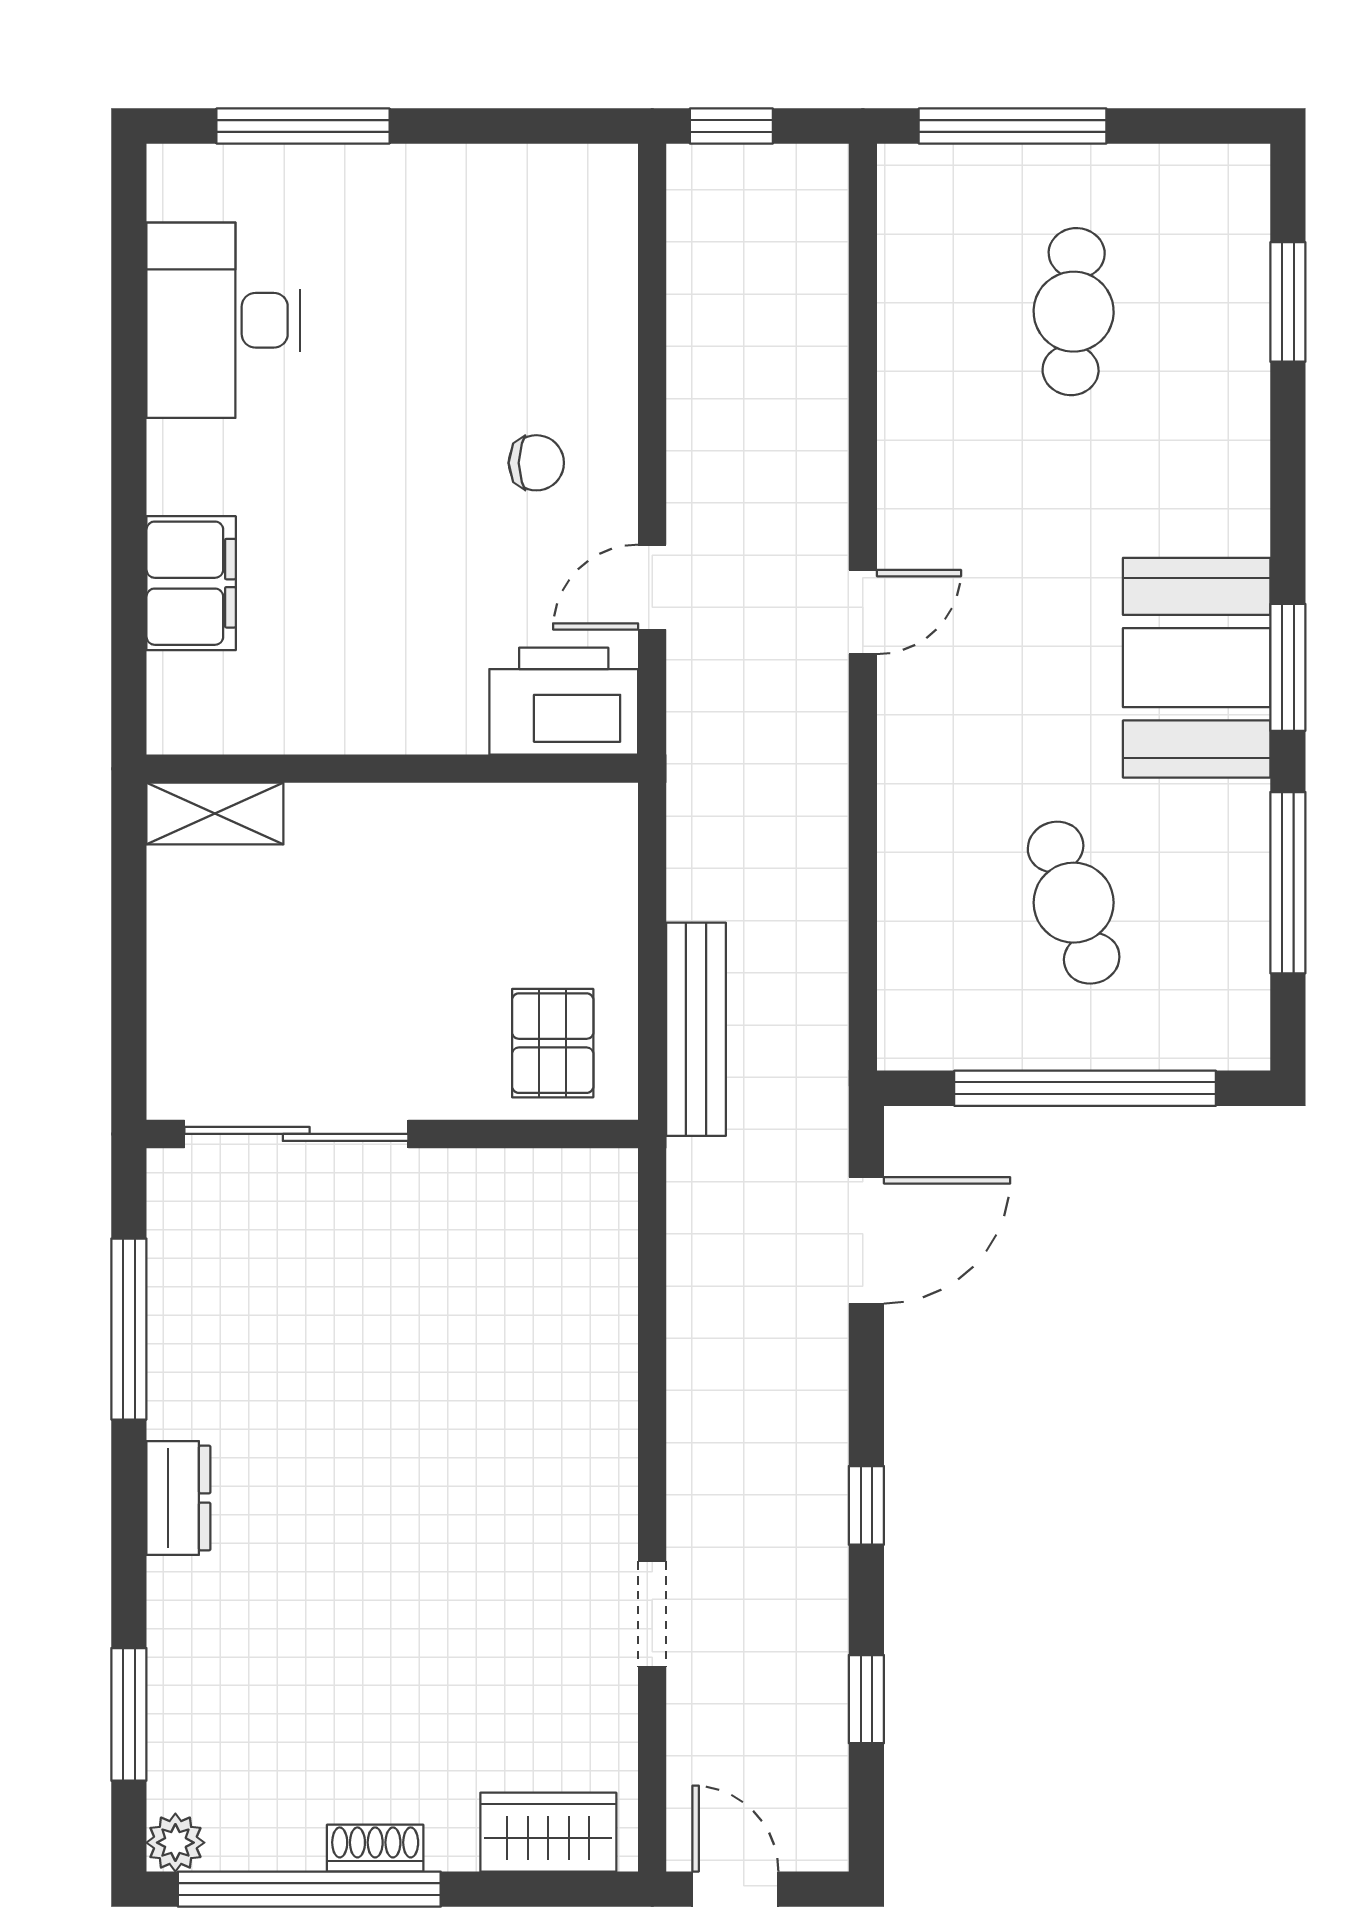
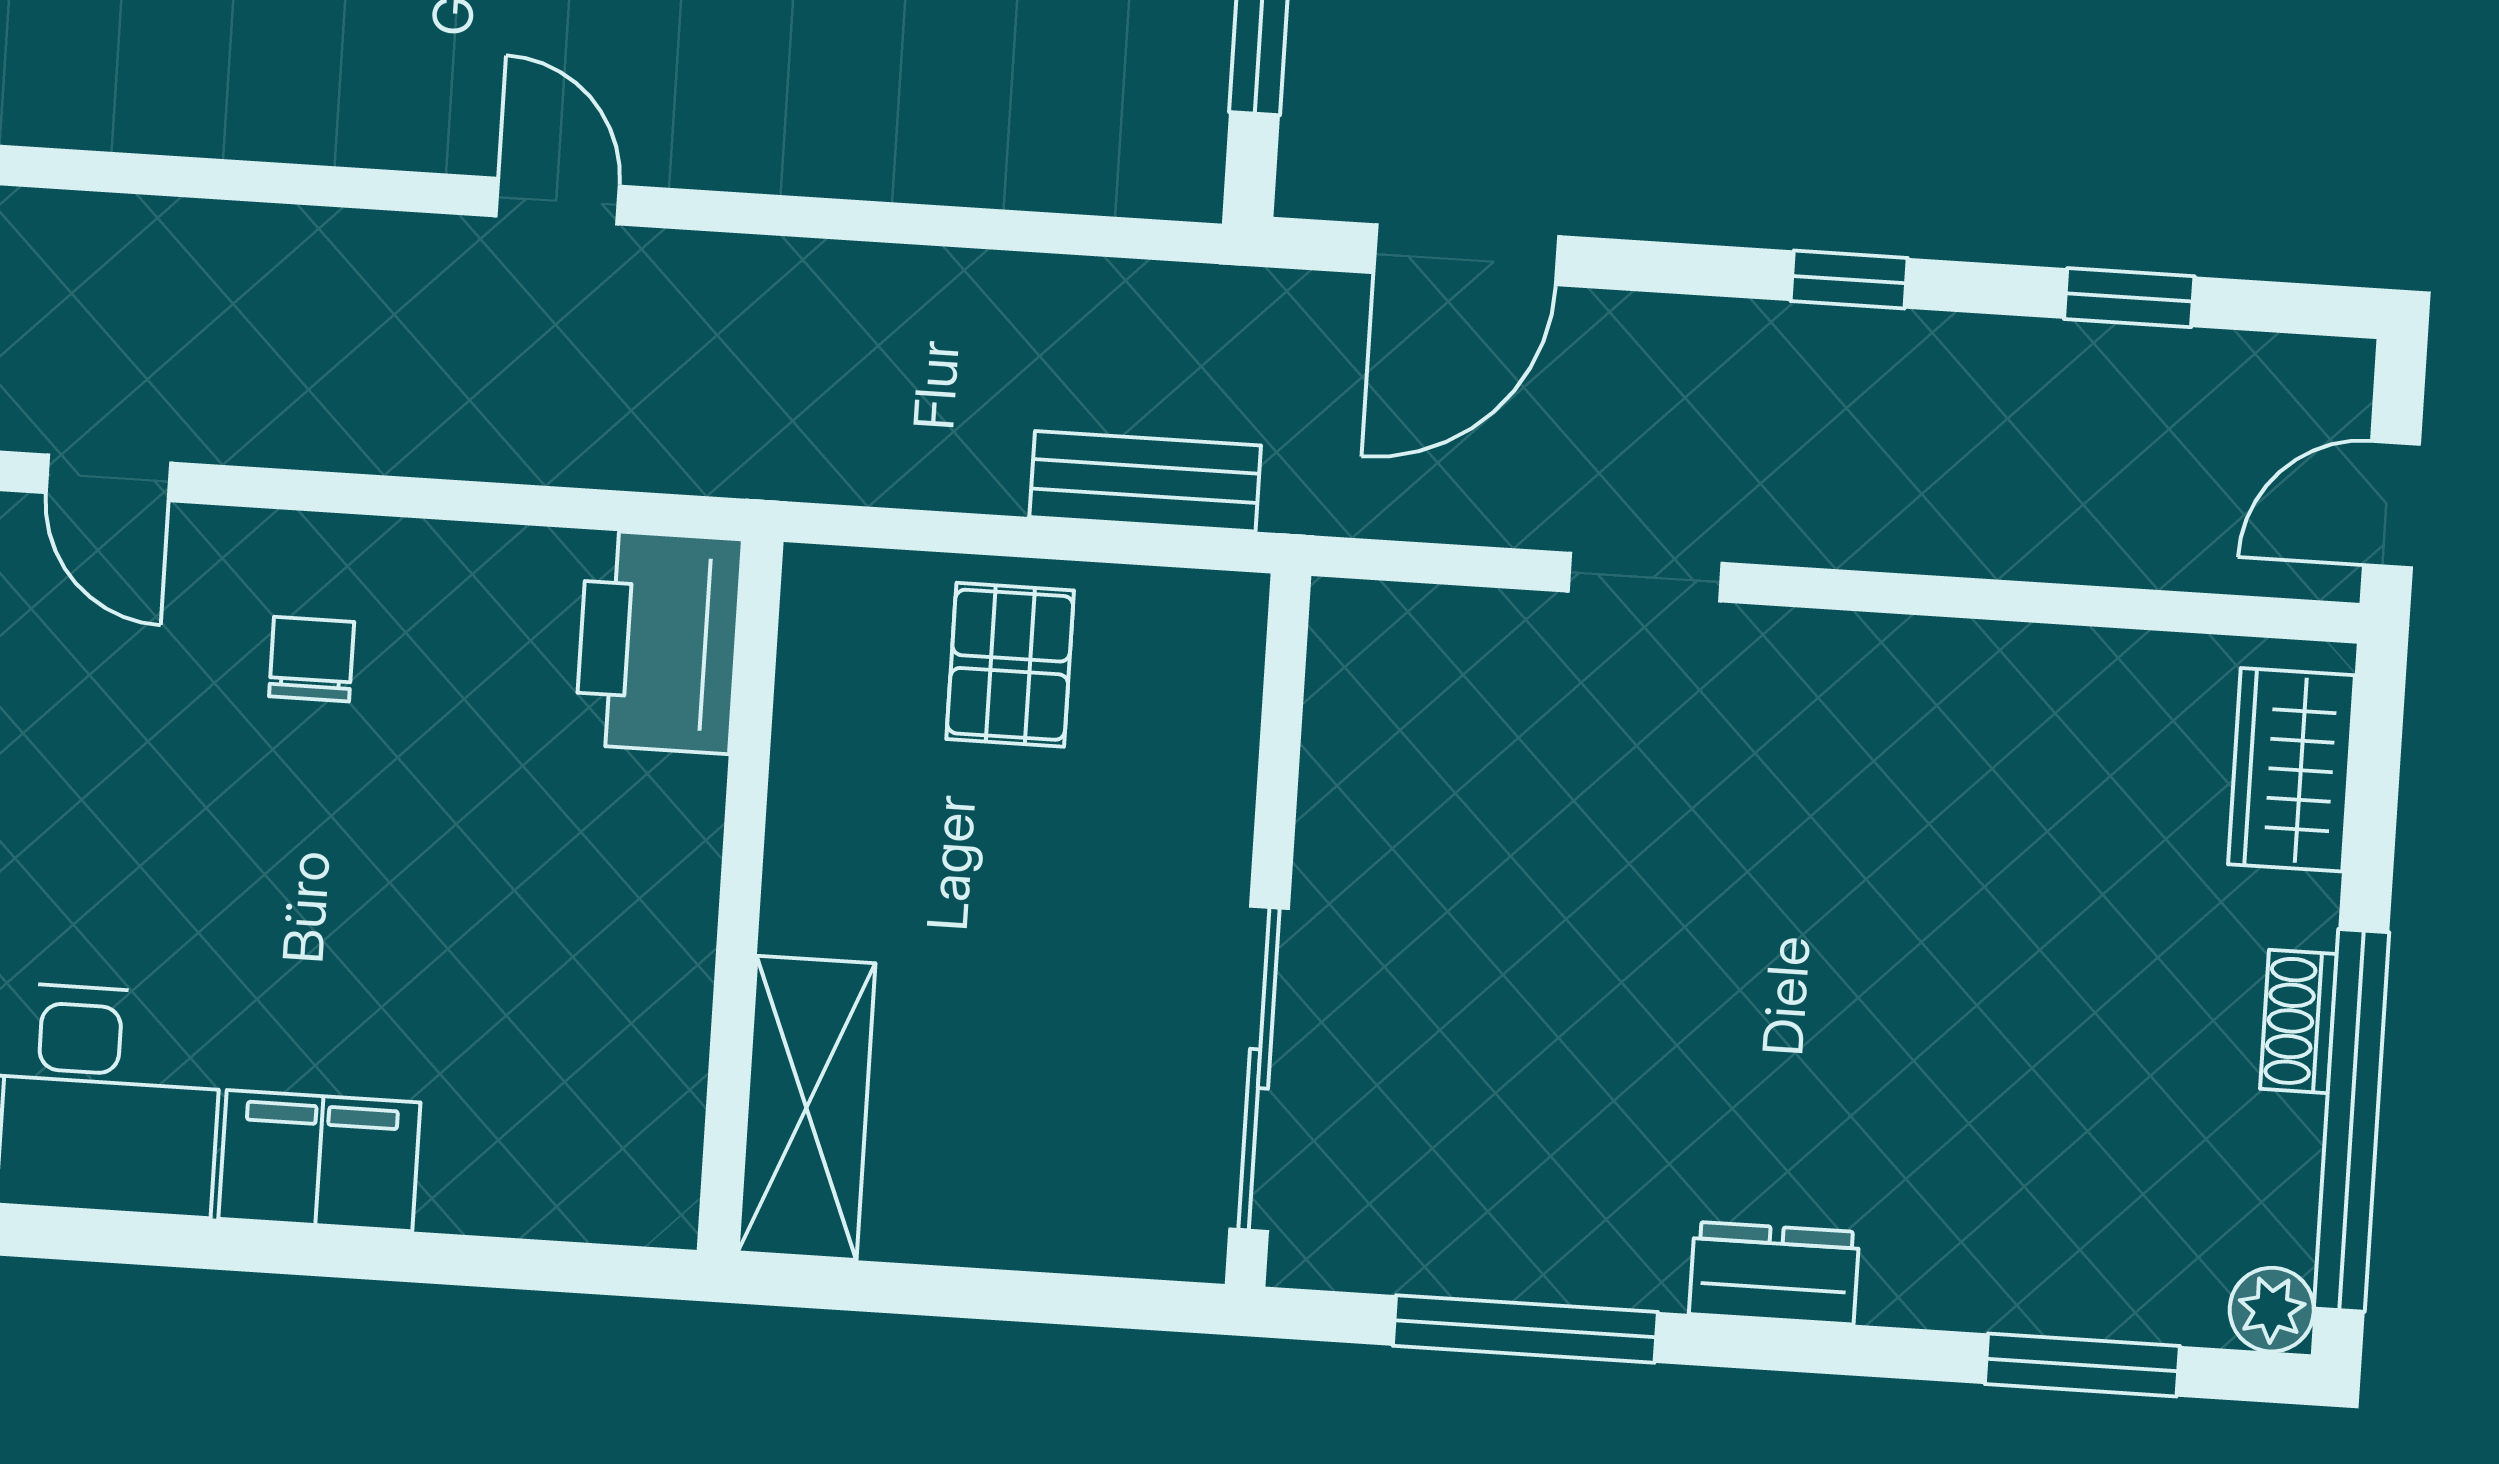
filing cabinet: (191, 583) -> (319, 1161), moved
door: (652, 587) -> (108, 478), moved
shelving: (215, 814) -> (806, 1108), width x1.50, depth x1.33
bench: (696, 1029) -> (1145, 481), width x0.73
pallet: (553, 1043) -> (1010, 665), moved, turned 90
door: (866, 1240) -> (1466, 255), swing flipped
doorway: (652, 1614) -> (1645, 577), moved

